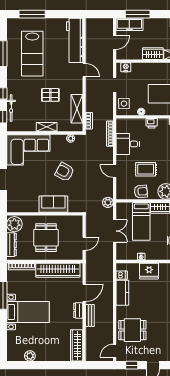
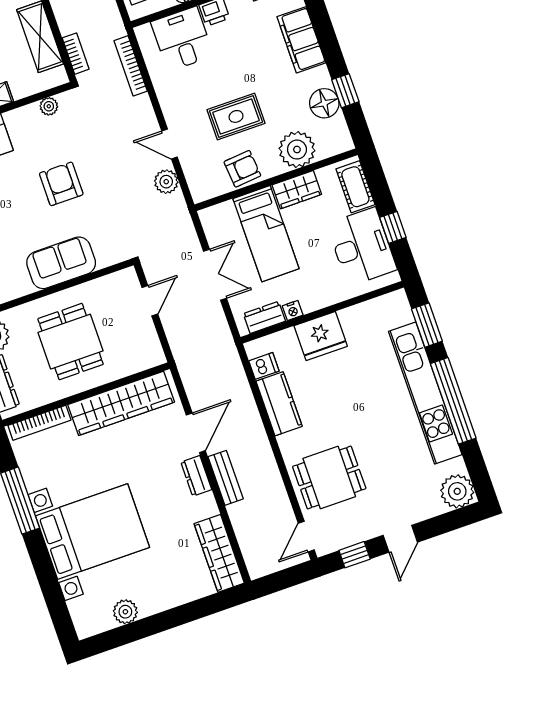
desk: (128, 144) -> (182, 39), moved, turned 90
armchair: (65, 172) -> (61, 184), turned 61
plant: (108, 202) -> (166, 182), moved
door: (84, 244) -> (150, 301), moved
dresser: (129, 255) -> (264, 317), added
bed with nightstands: (28, 312) -> (93, 532), width x1.36

